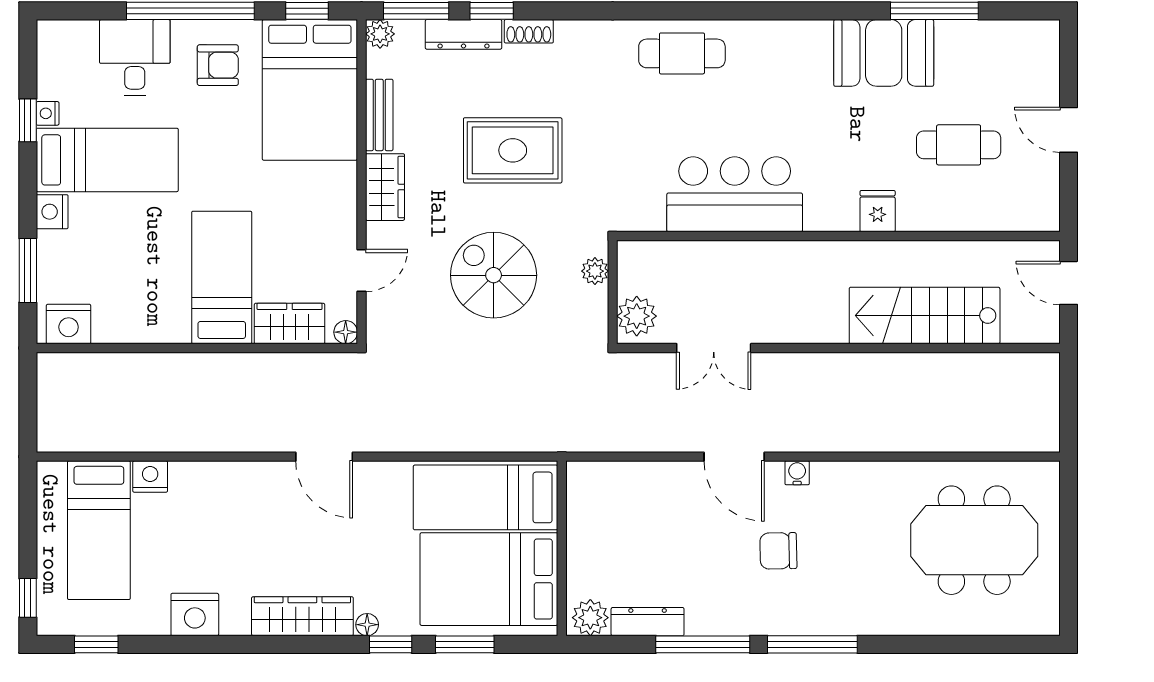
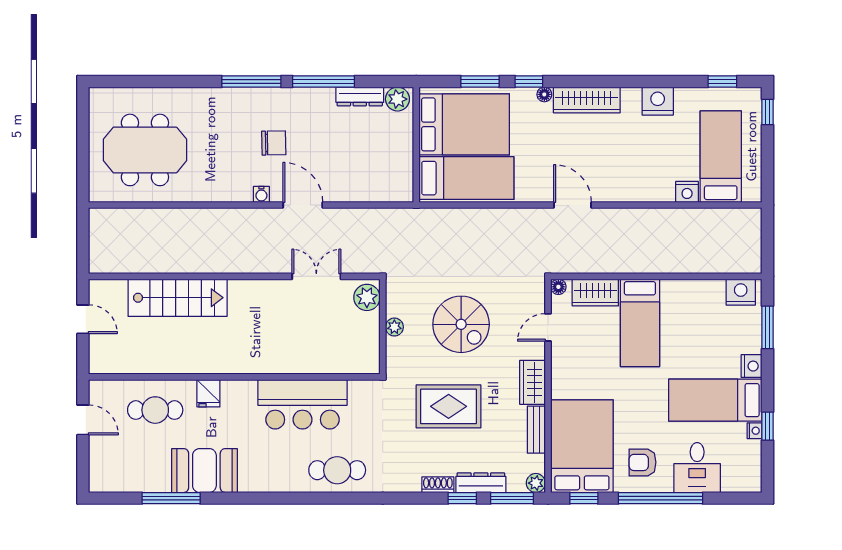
bar counter: (735, 194) -> (303, 404), moved
fridge: (878, 211) -> (208, 393), moved
wall: (838, 236) -> (234, 377), moved

